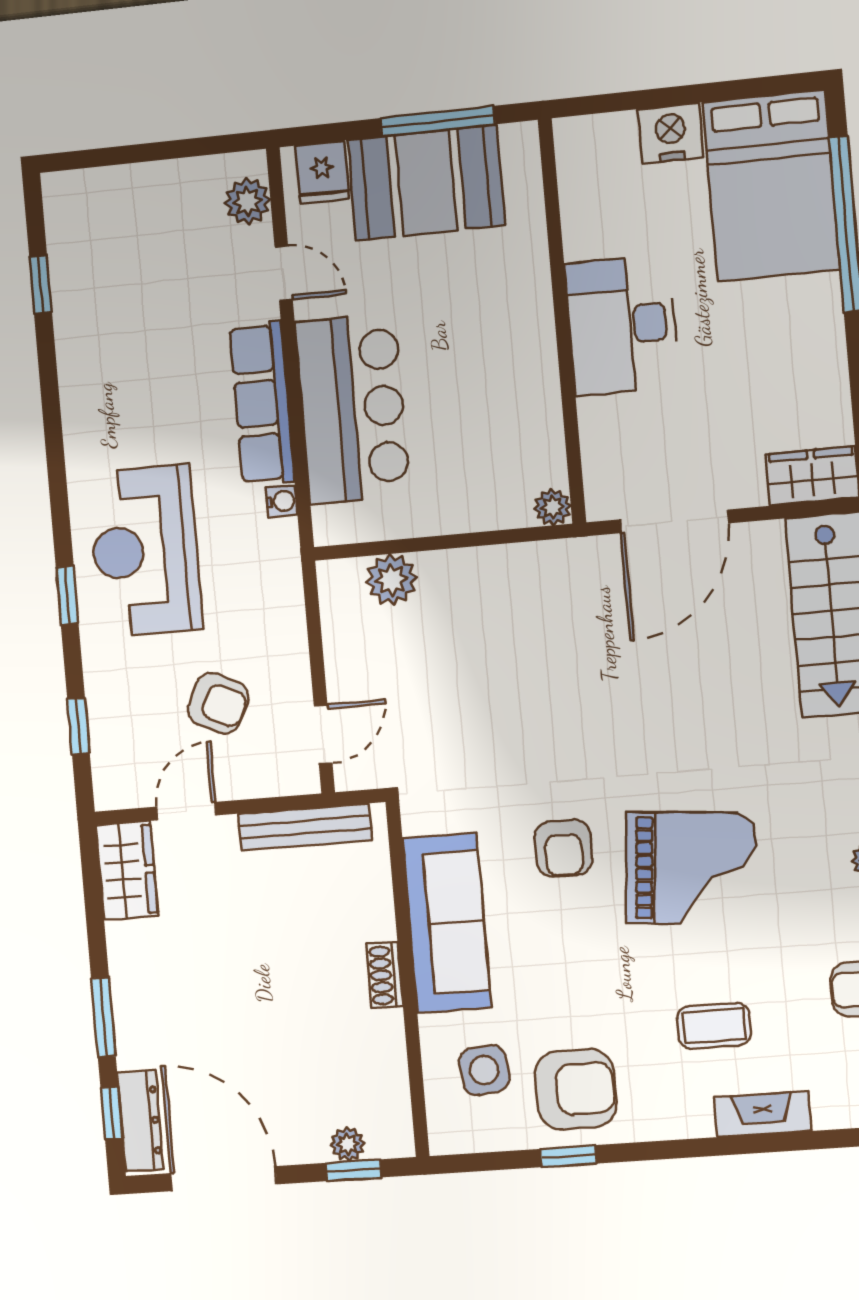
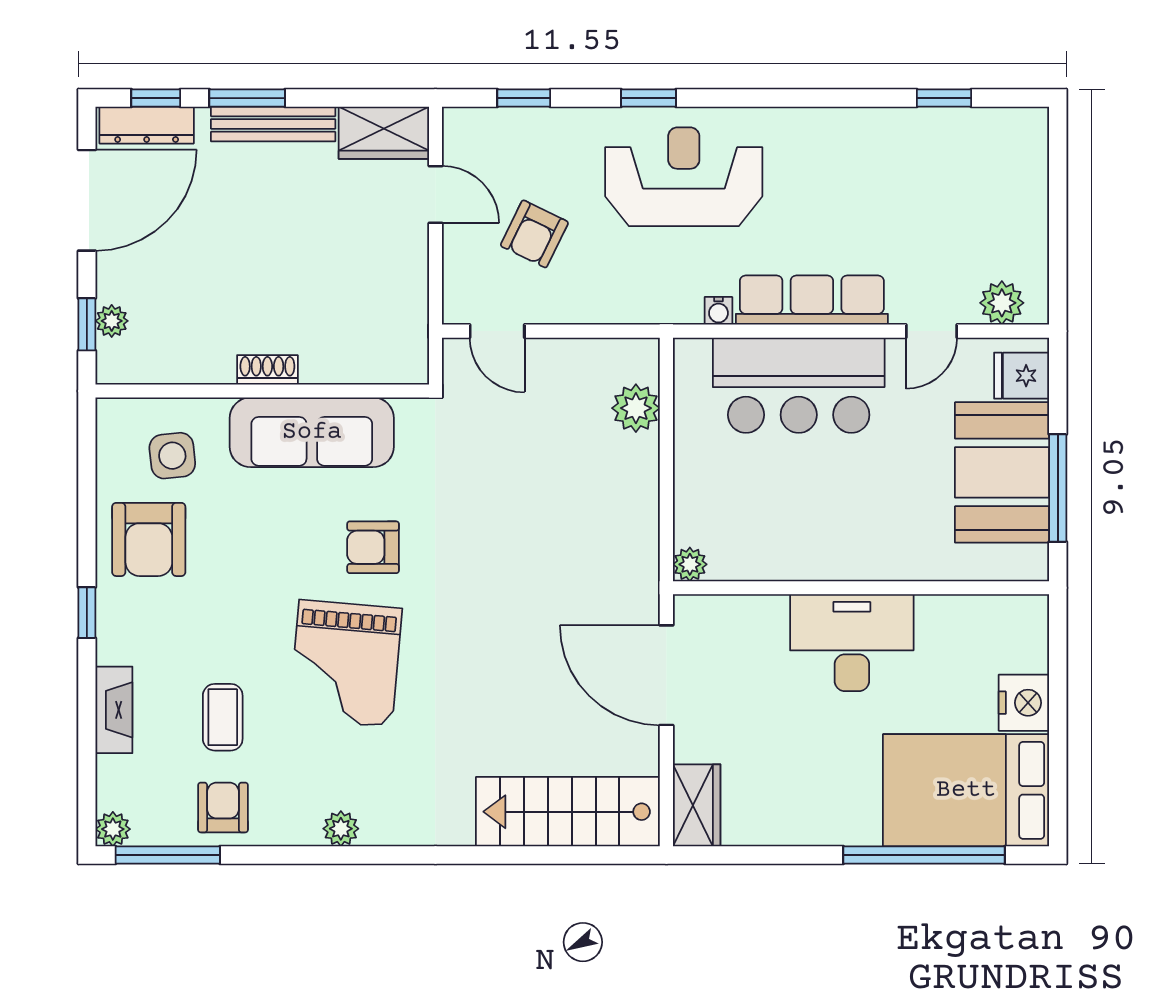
bench: (305, 827) -> (273, 124), moved, turned 90
coffee table: (714, 1026) -> (223, 717), moved
window: (568, 1156) -> (87, 613), moved

